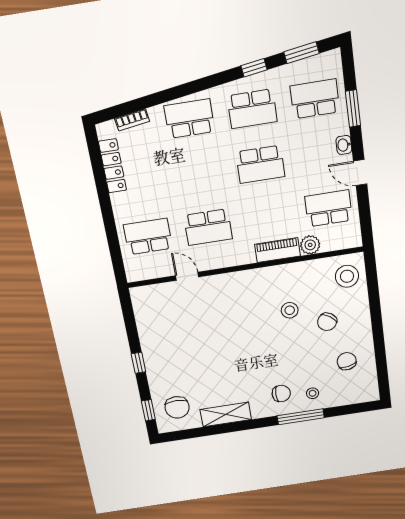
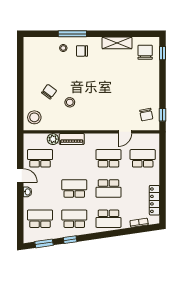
school desk: (315, 99) -> (40, 219), turned 180
window: (353, 108) -> (20, 211), removed
school desk: (199, 174) -> (108, 189), added
school desk: (329, 208) -> (40, 158), turned 180
school desk: (148, 236) -> (143, 158), turned 180
door: (187, 276) -> (125, 132), hinge flipped
chair: (347, 361) -> (146, 115), moved
window: (138, 363) -> (162, 115), moved

